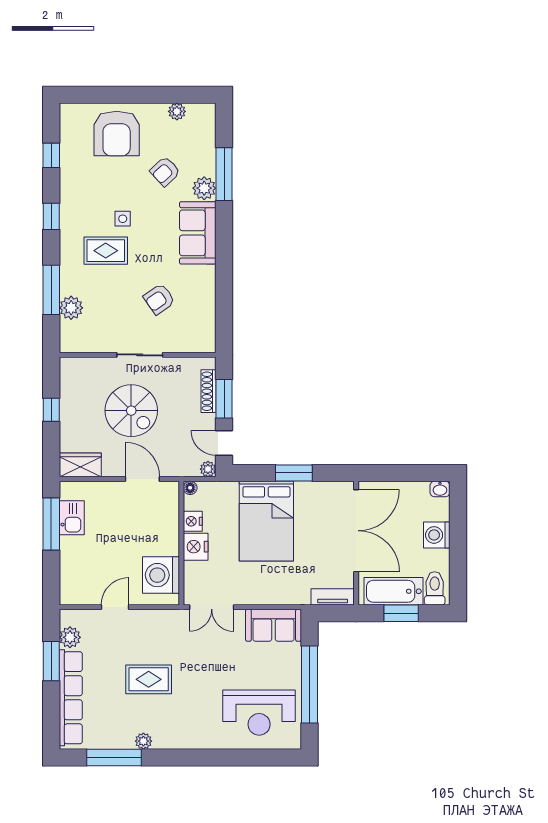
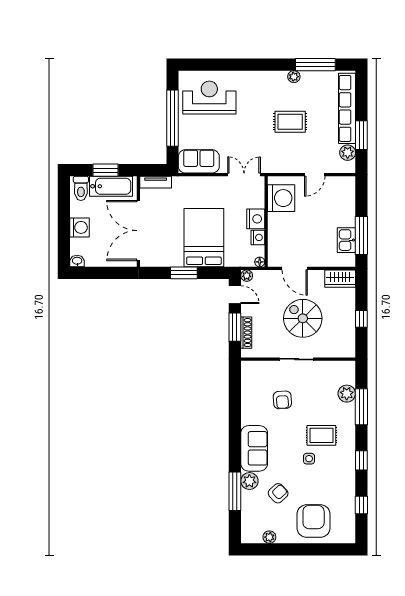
armchair: (159, 299) -> (282, 400), turned 121

